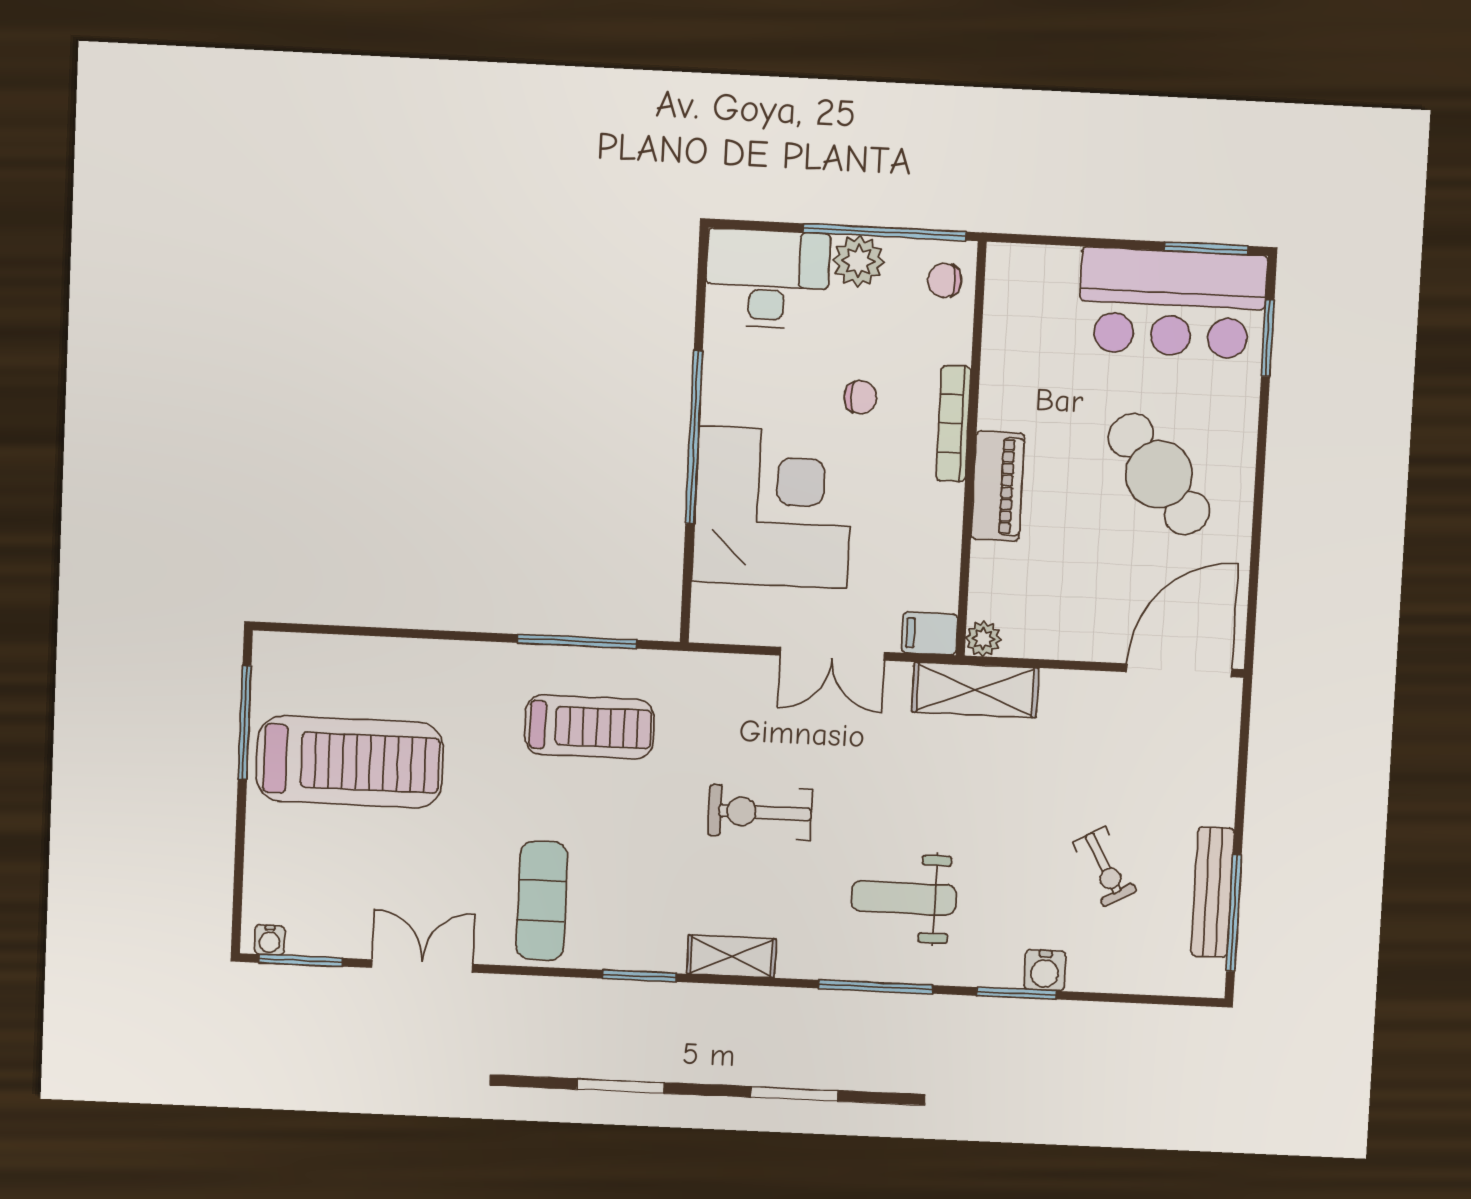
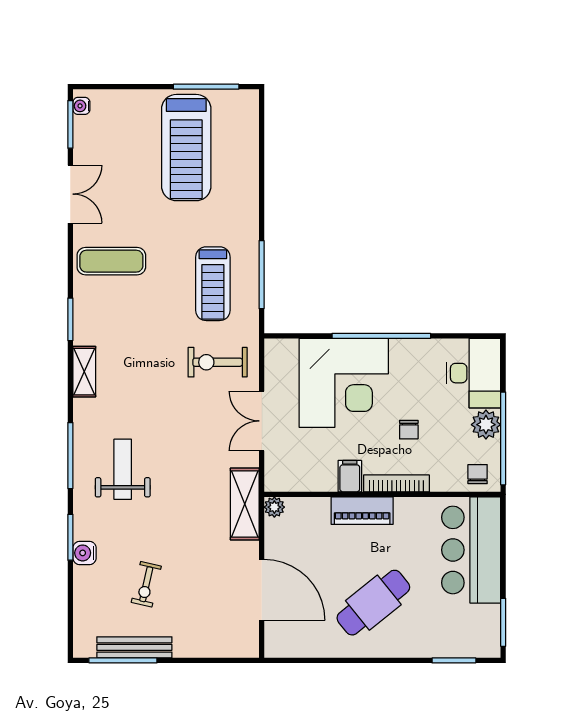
bar counter: (1172, 303) -> (471, 550), moved
filing cabinet: (930, 633) -> (350, 476), moved
door: (1179, 670) -> (262, 590), moved
exercise bike: (760, 812) -> (218, 362), moved, turned -90
exercise bike: (1105, 867) -> (146, 584), turned -48

